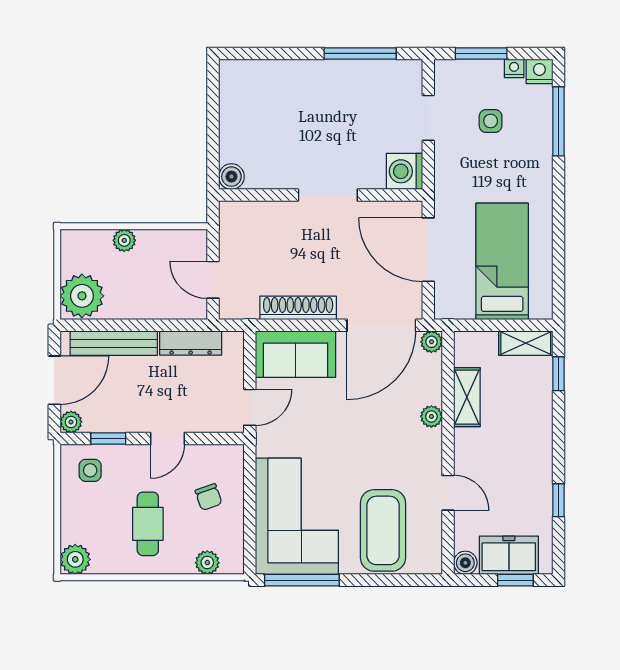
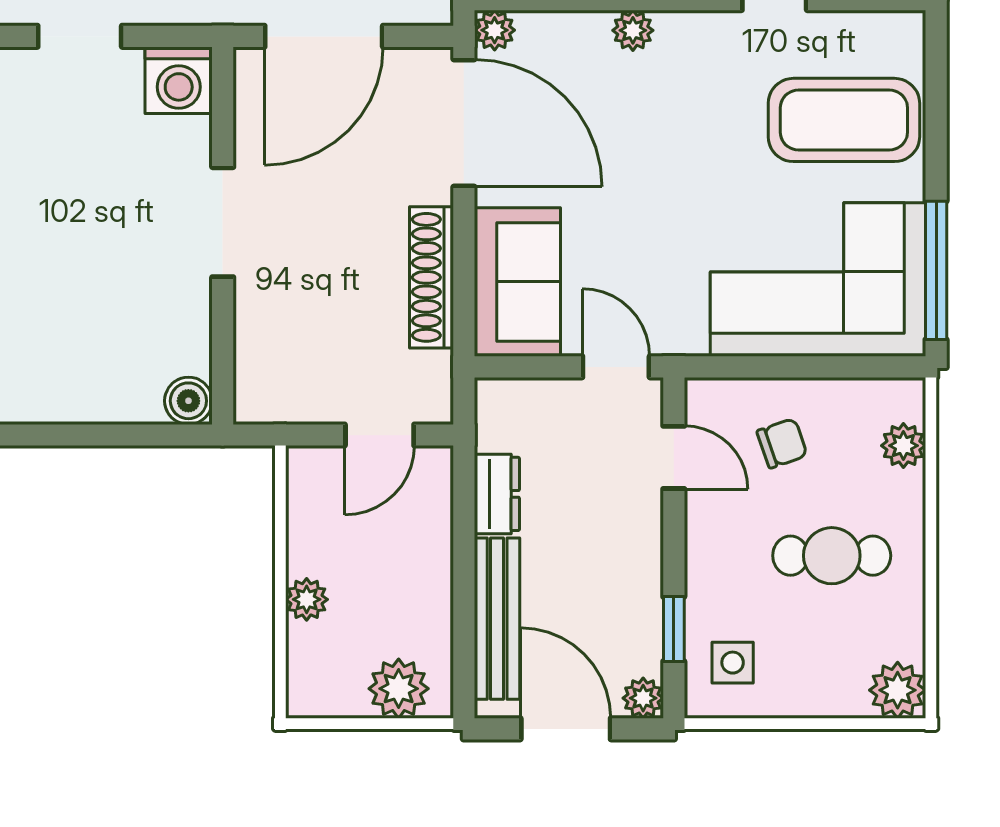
plant: (82, 296) -> (399, 689), width x0.73, depth x0.73
dresser: (191, 343) -> (497, 494), width x0.70
door: (167, 439) -> (674, 457), moved

